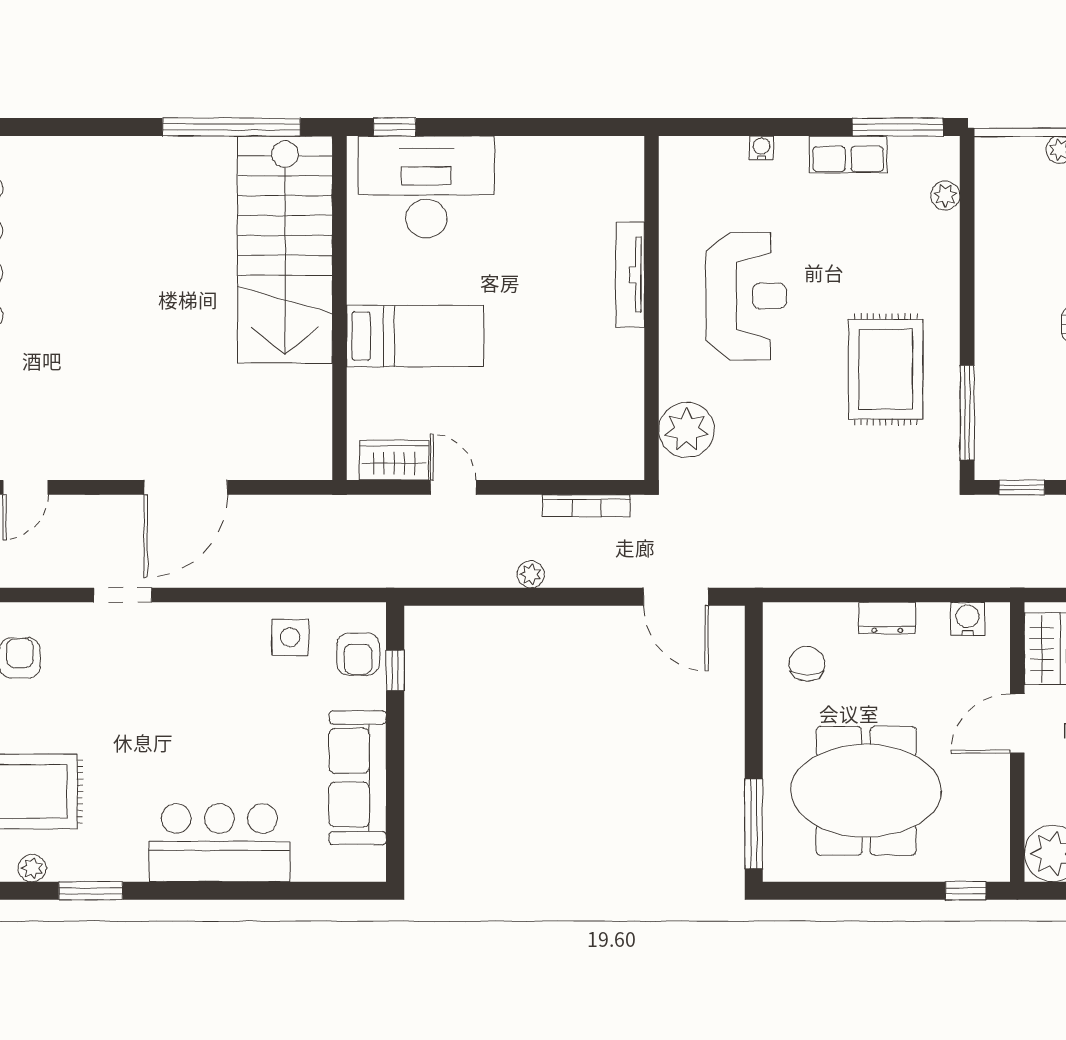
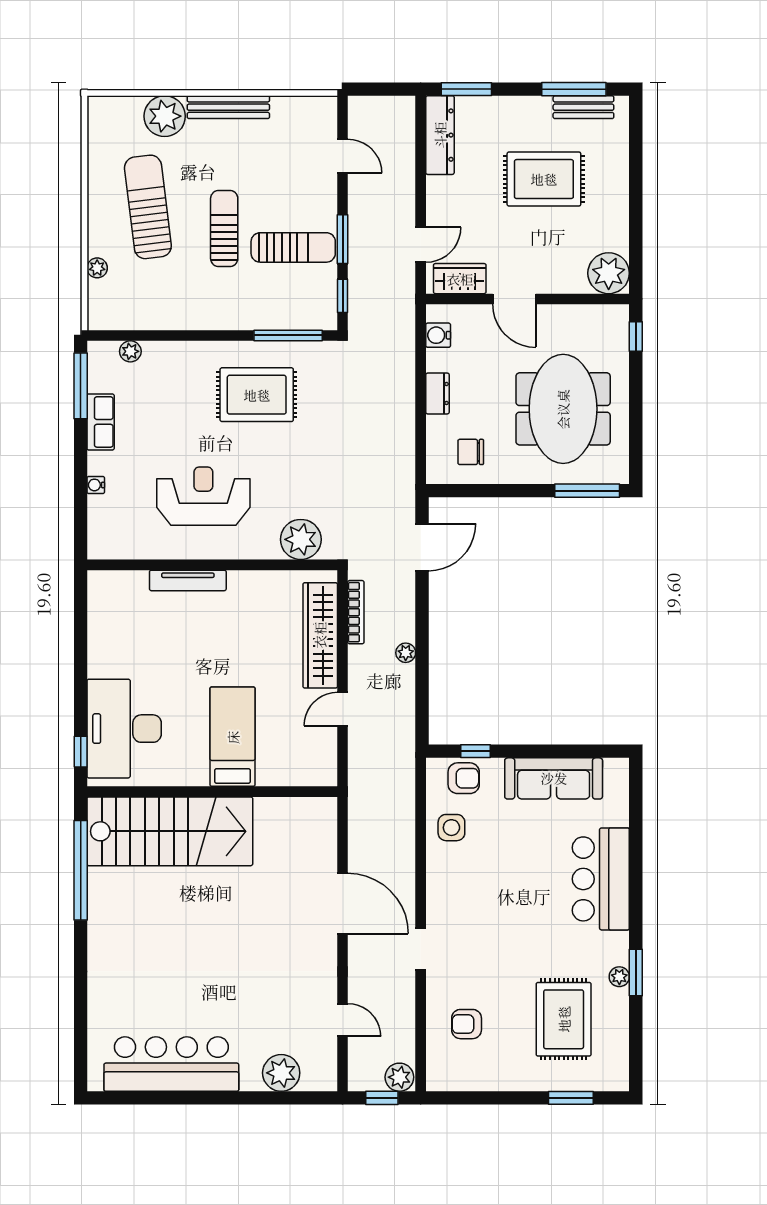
wardrobe: (394, 460) -> (320, 635), moved, width x2.10, depth x1.17
plant: (32, 868) -> (619, 977), moved

